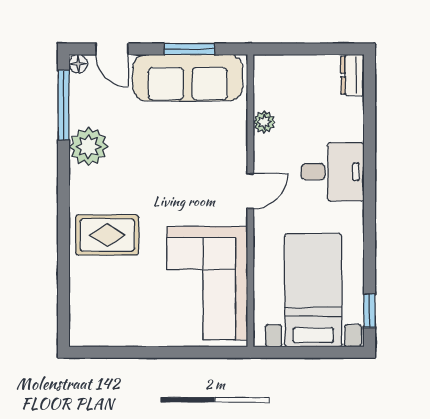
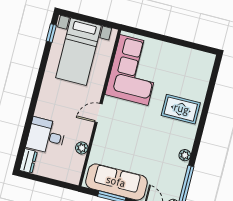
plant: (88, 147) -> (185, 155), width x0.53, depth x0.53
desk: (333, 172) -> (46, 136), moved

